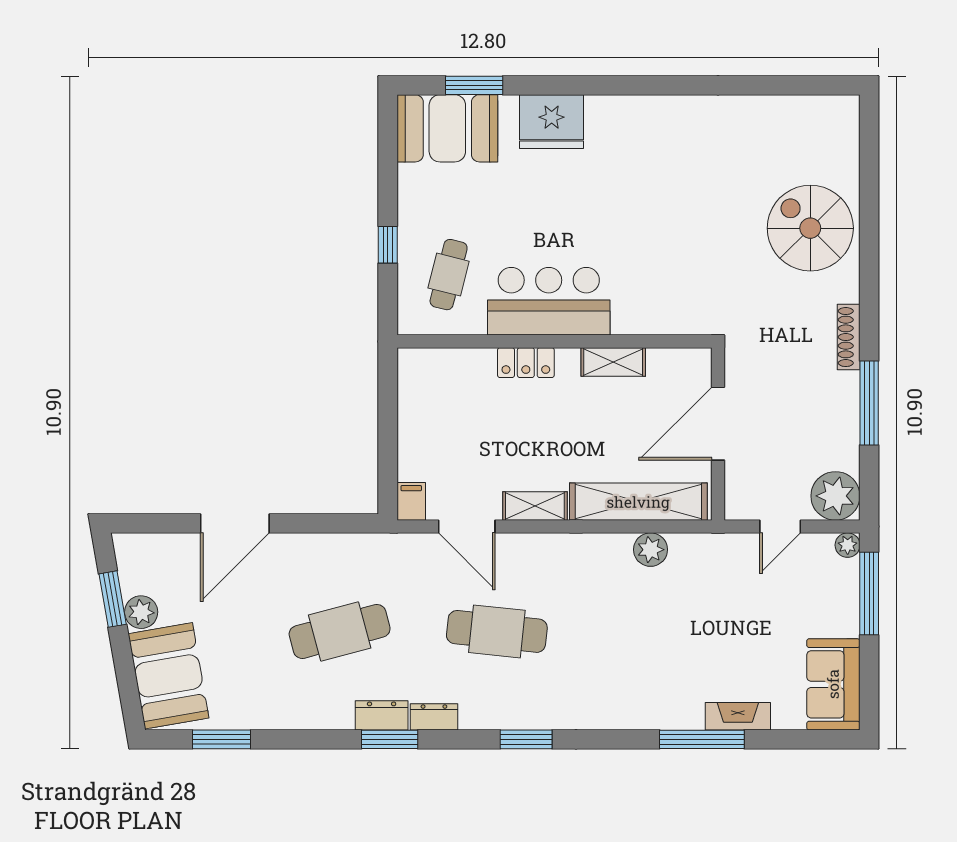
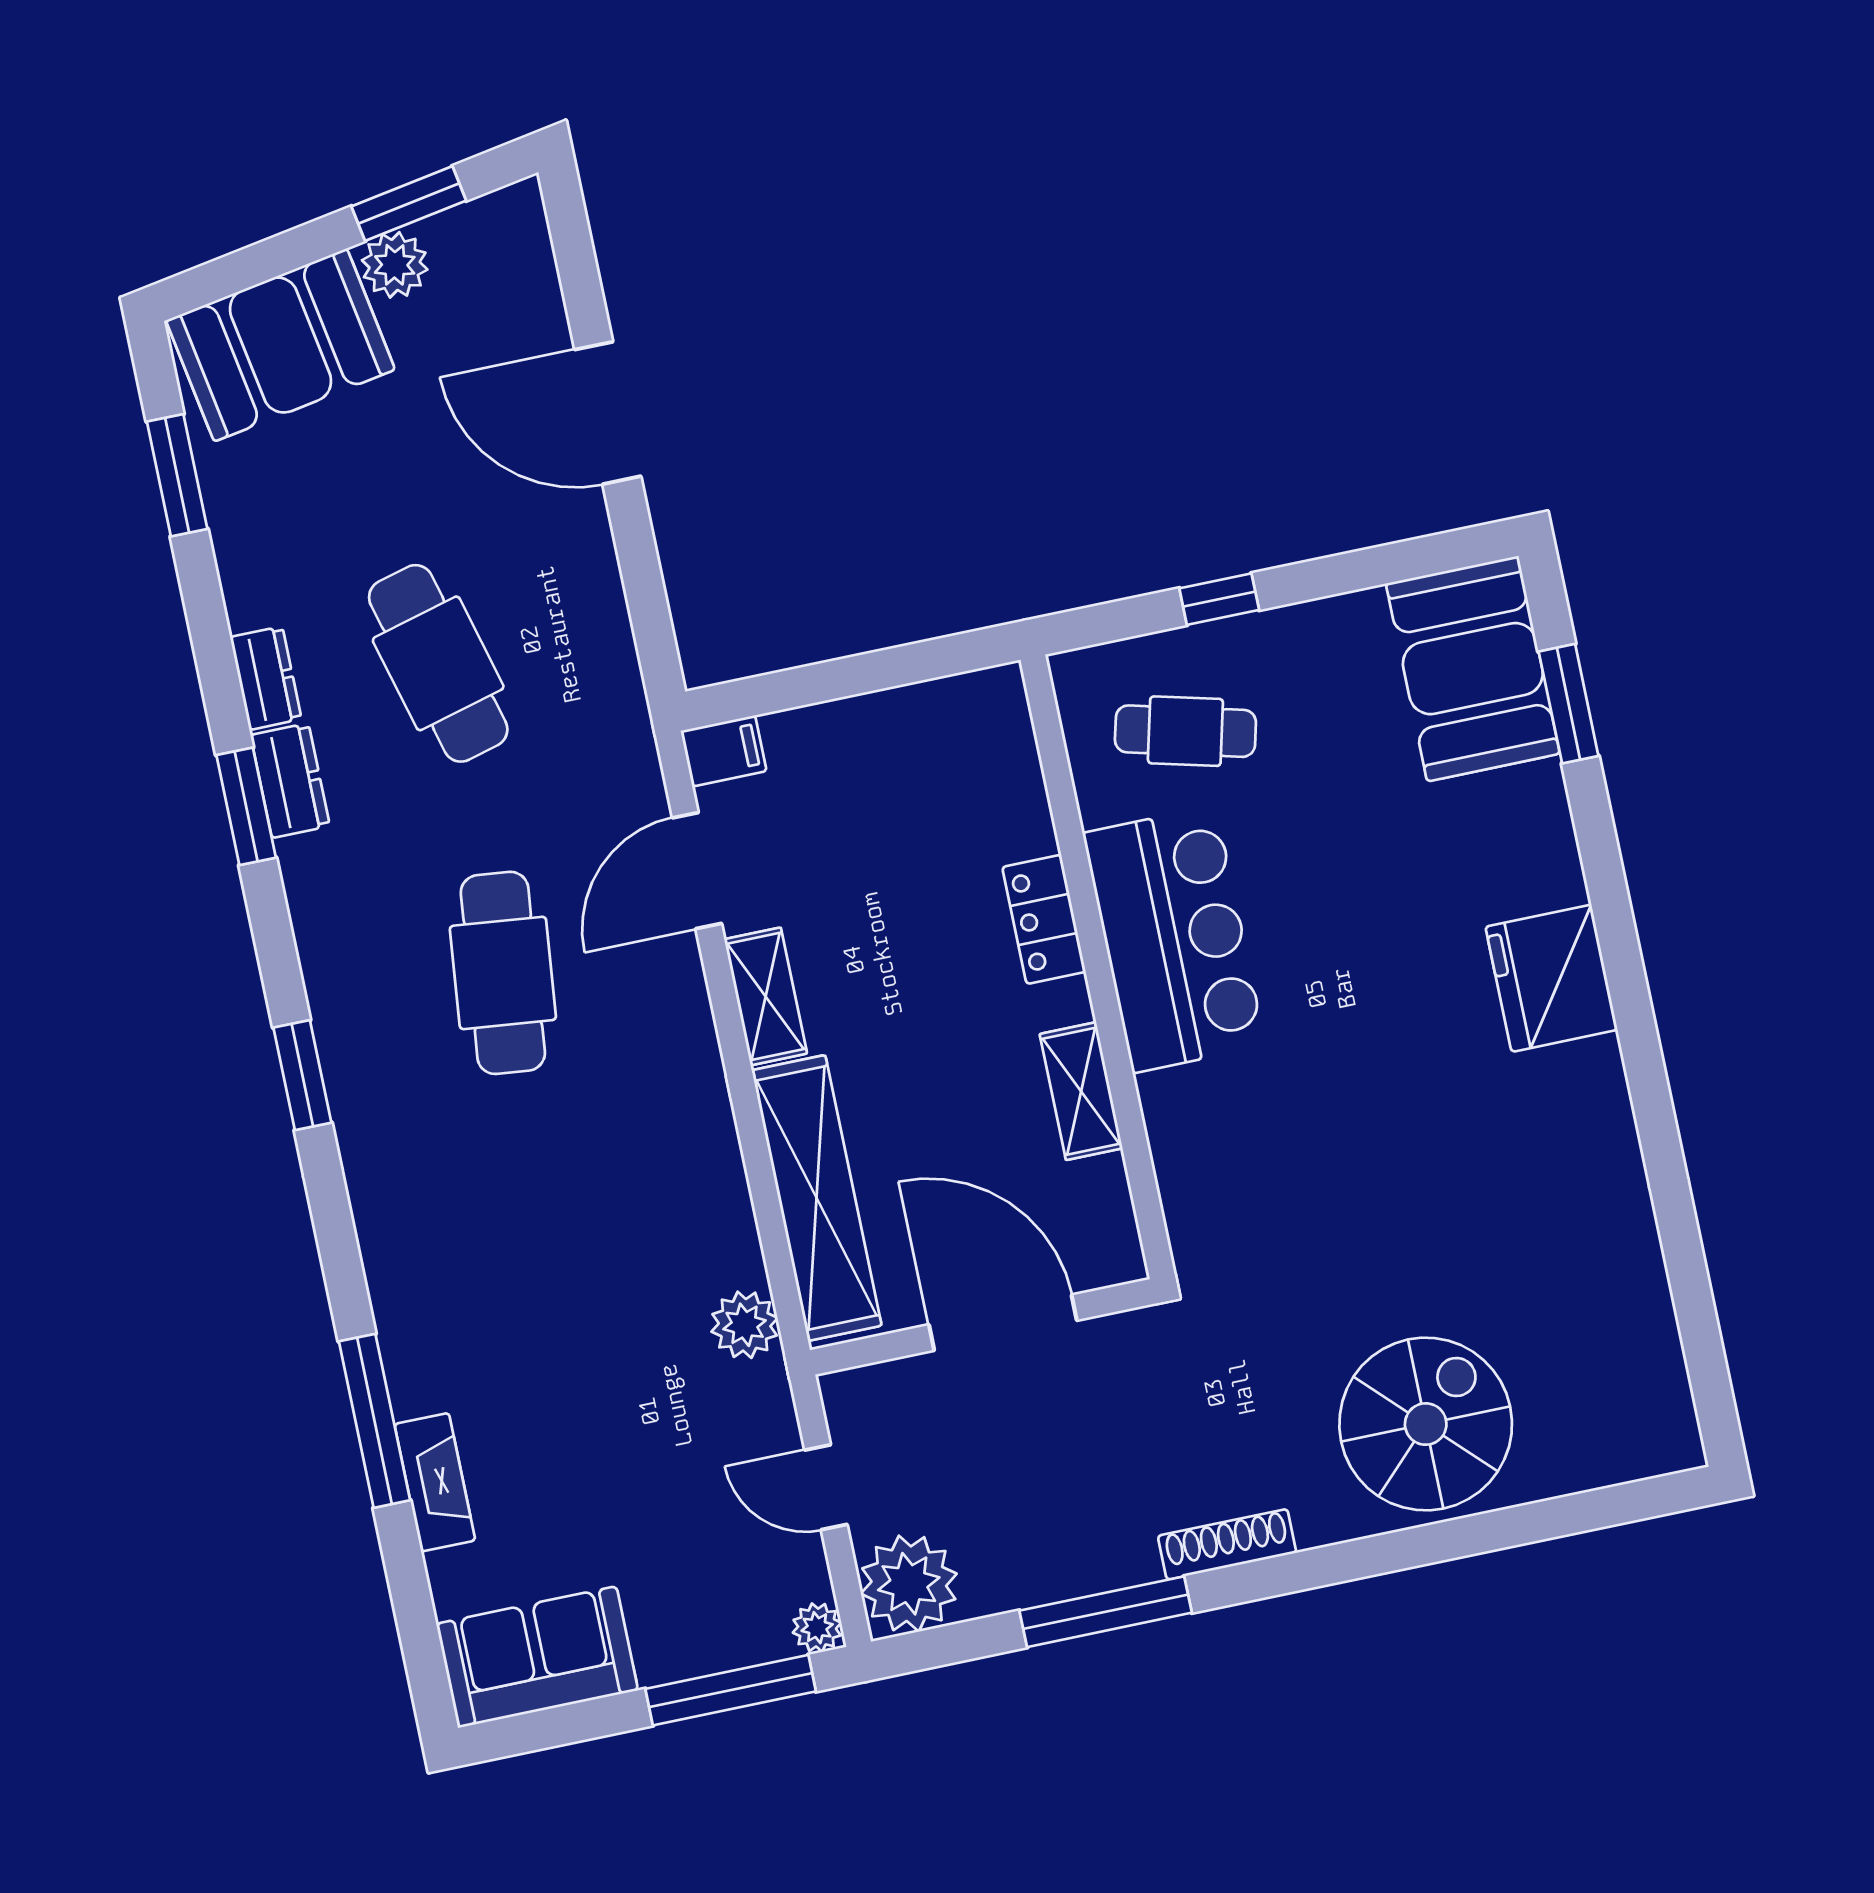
fridge: (552, 122) -> (1551, 978), moved
plant: (651, 550) -> (745, 1325), moved
dresser: (434, 717) -> (266, 678), moved

